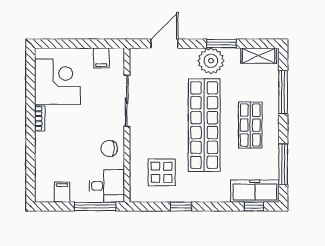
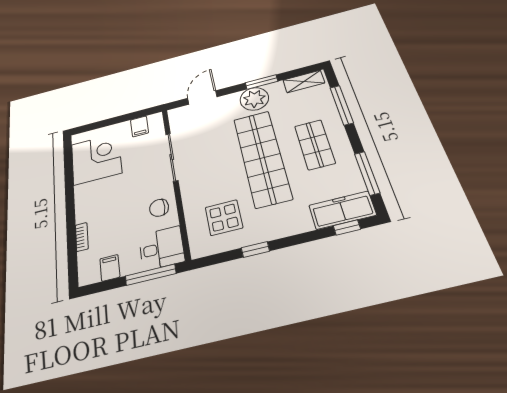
bookcase: (40, 119) -> (82, 237), moved

